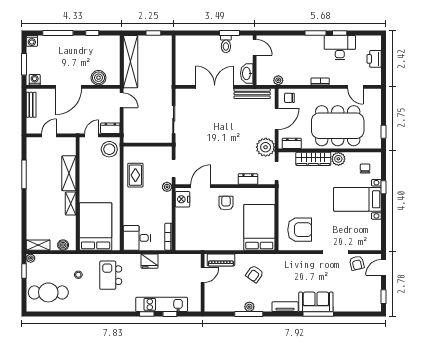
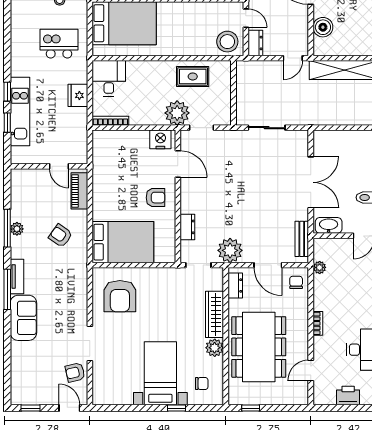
bench: (252, 94) -> (302, 239), width x0.73
plant: (167, 187) -> (177, 113), width x1.88, depth x1.88
window: (318, 314) -> (7, 289), moved

